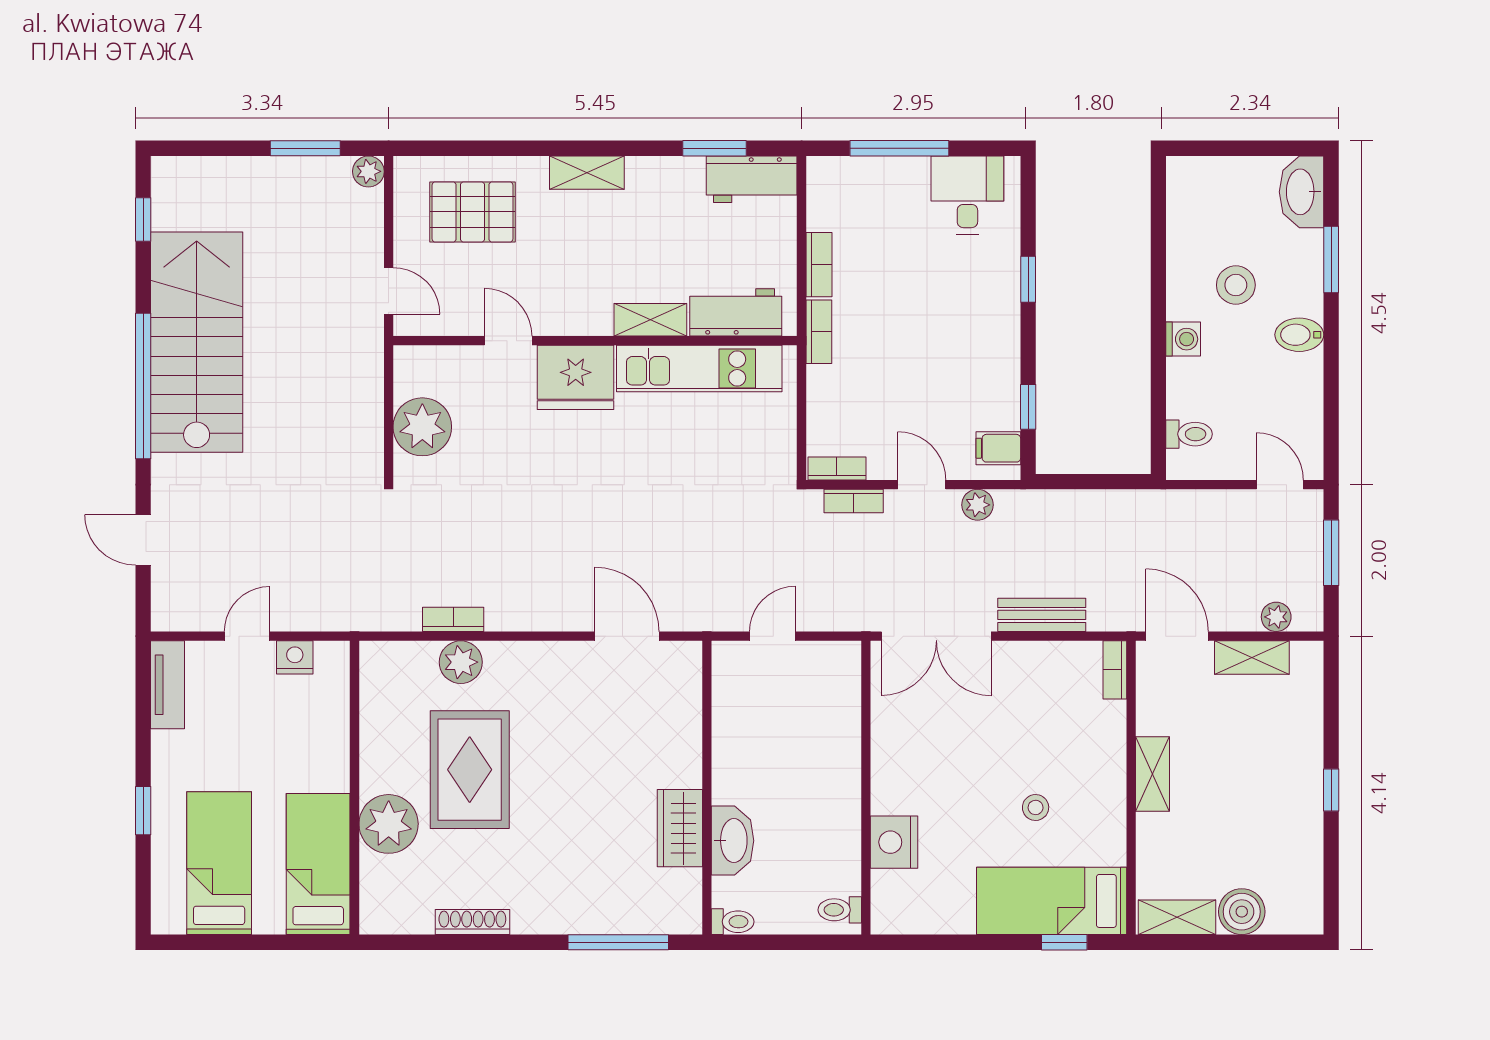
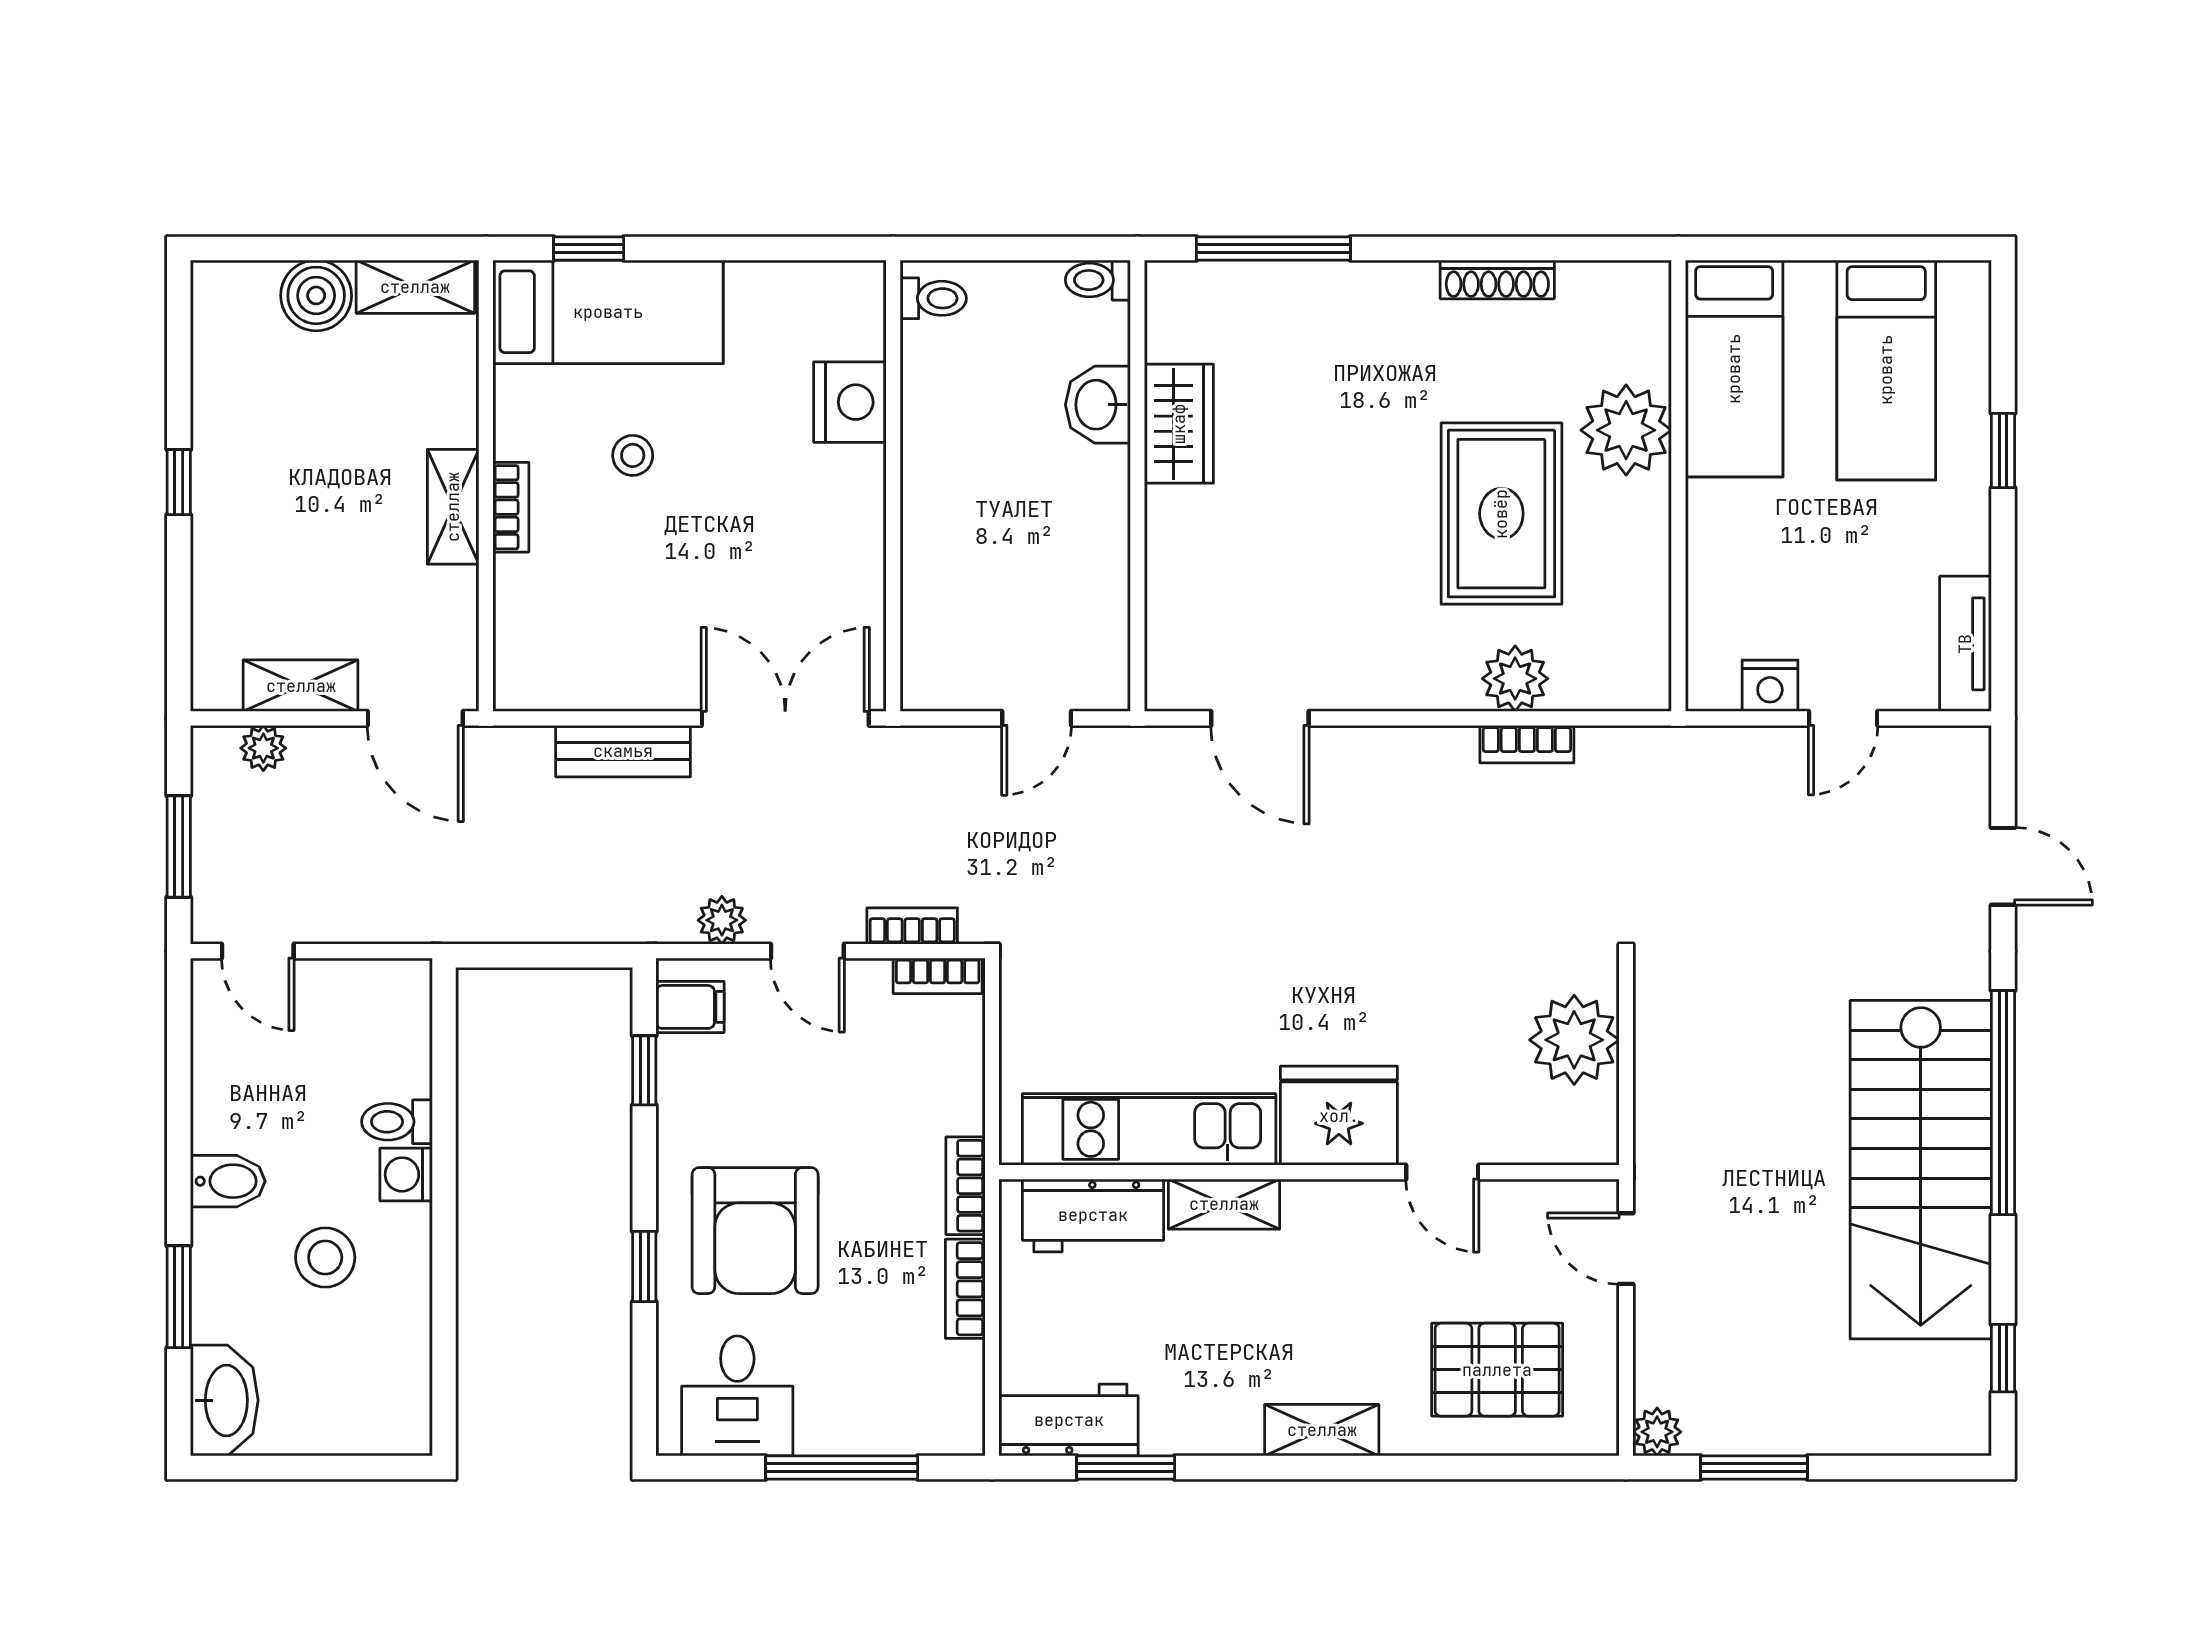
armchair: (956, 303) -> (755, 1231), added
toilet: (1189, 434) -> (397, 1122), moved
bookcase: (1115, 670) -> (511, 507), moved
washbasin: (733, 841) -> (1098, 405), width x0.72

